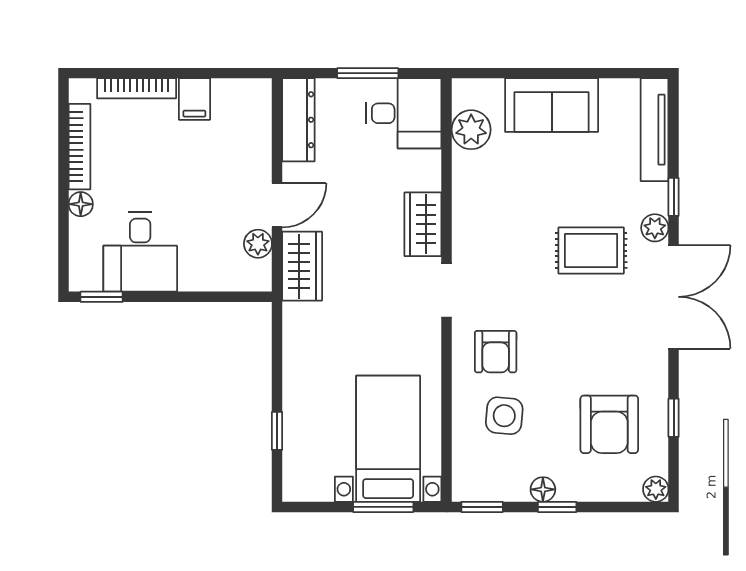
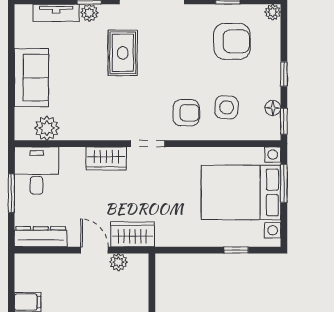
tv unit: (655, 130) -> (56, 13), width x0.71
plant: (655, 228) -> (89, 13), moved
bed with nightstands: (388, 439) -> (241, 192), width x1.36
floor lamp: (543, 489) -> (273, 108), moved

